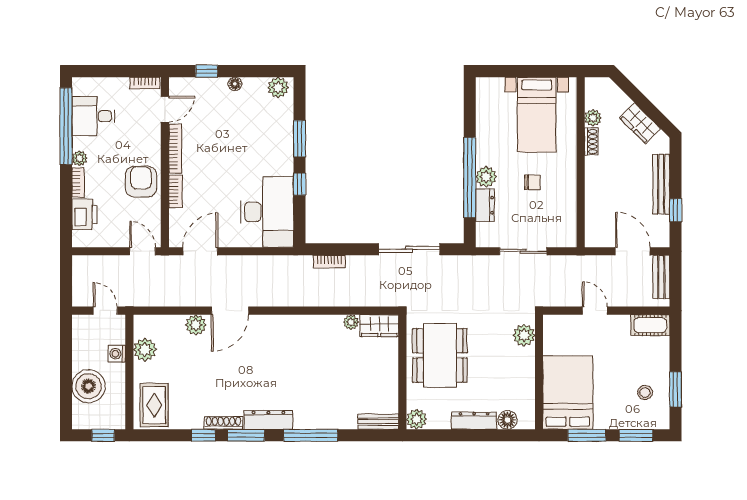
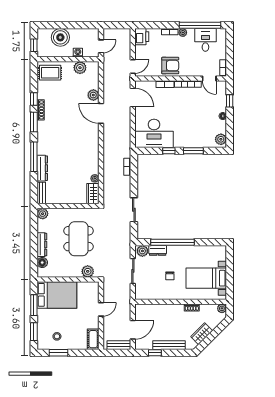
plant: (593, 118) -> (222, 308), moved
plant: (486, 177) -> (142, 251), moved
printer: (85, 214) -> (142, 37), moved, turned -90
sliding door: (409, 249) -> (134, 210), width x0.73
dining table: (440, 355) -> (79, 239), moved, turned 90
dresser: (268, 420) -> (42, 168), moved

